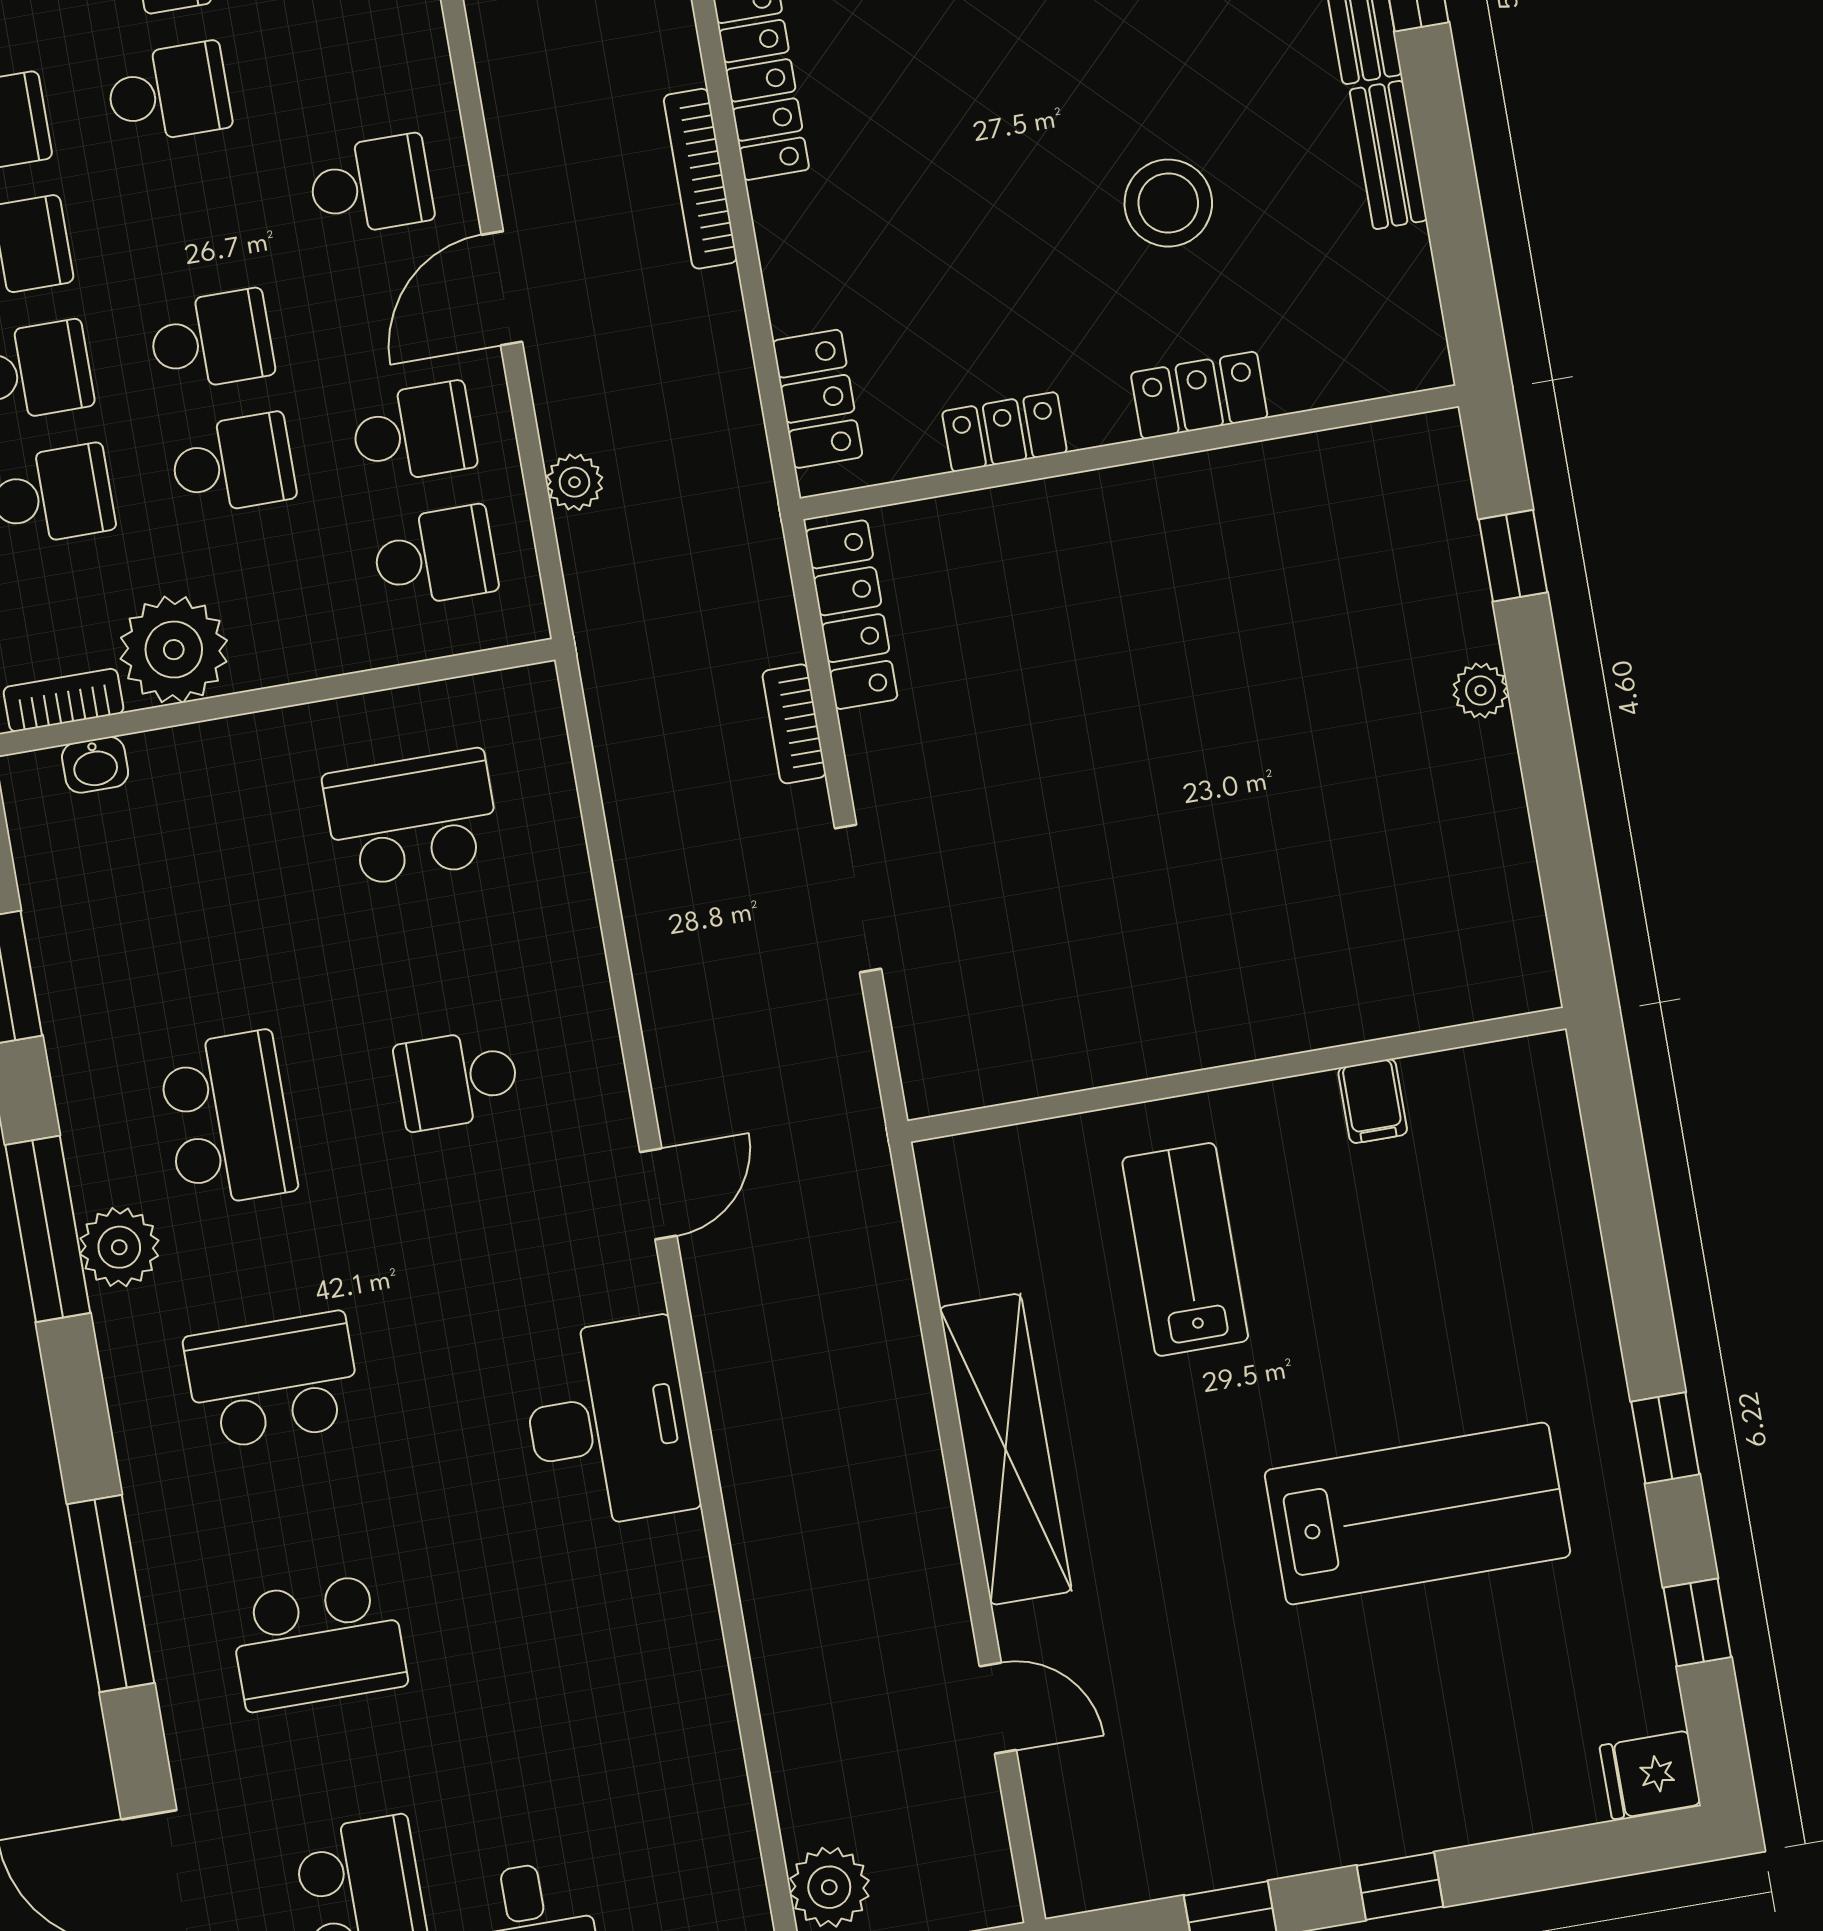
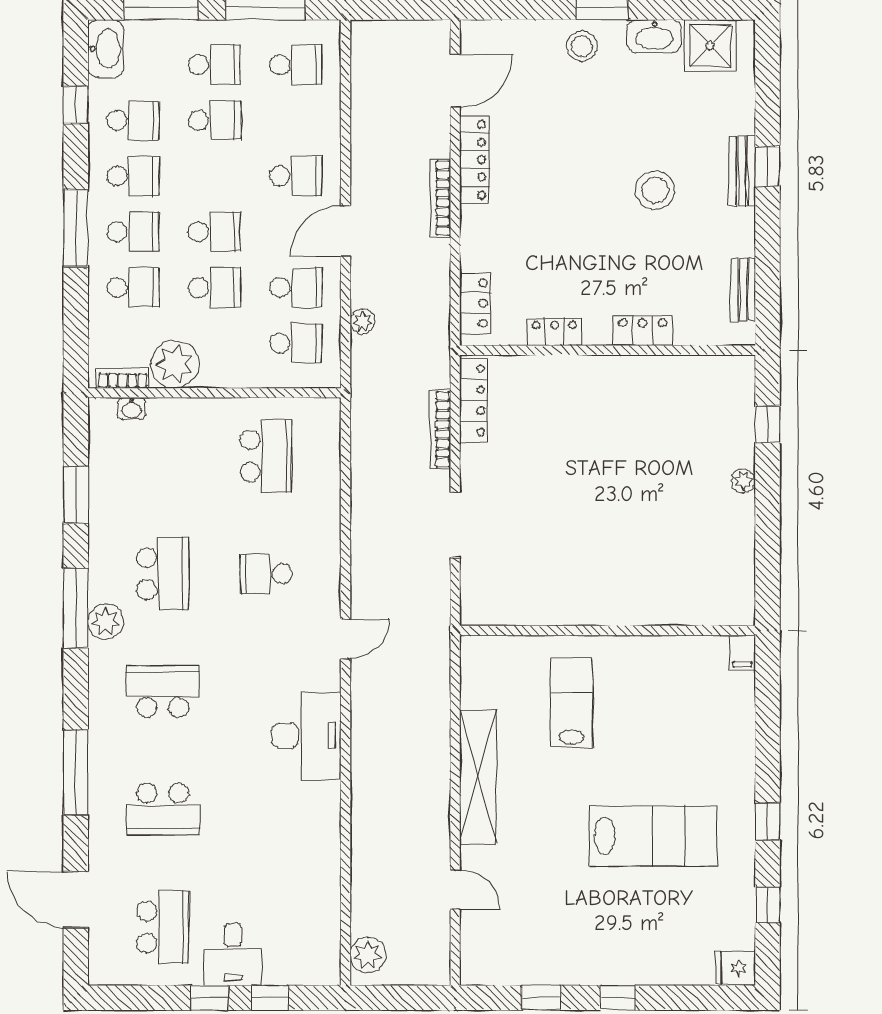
bench: (1388, 155) -> (743, 290), moved
stool: (1168, 203) -> (655, 190), moved
bookcase: (794, 724) -> (440, 429), width x1.56
school desk: (412, 818) -> (266, 456), turned 90
filing cabinet: (1373, 1101) -> (742, 652), moved

